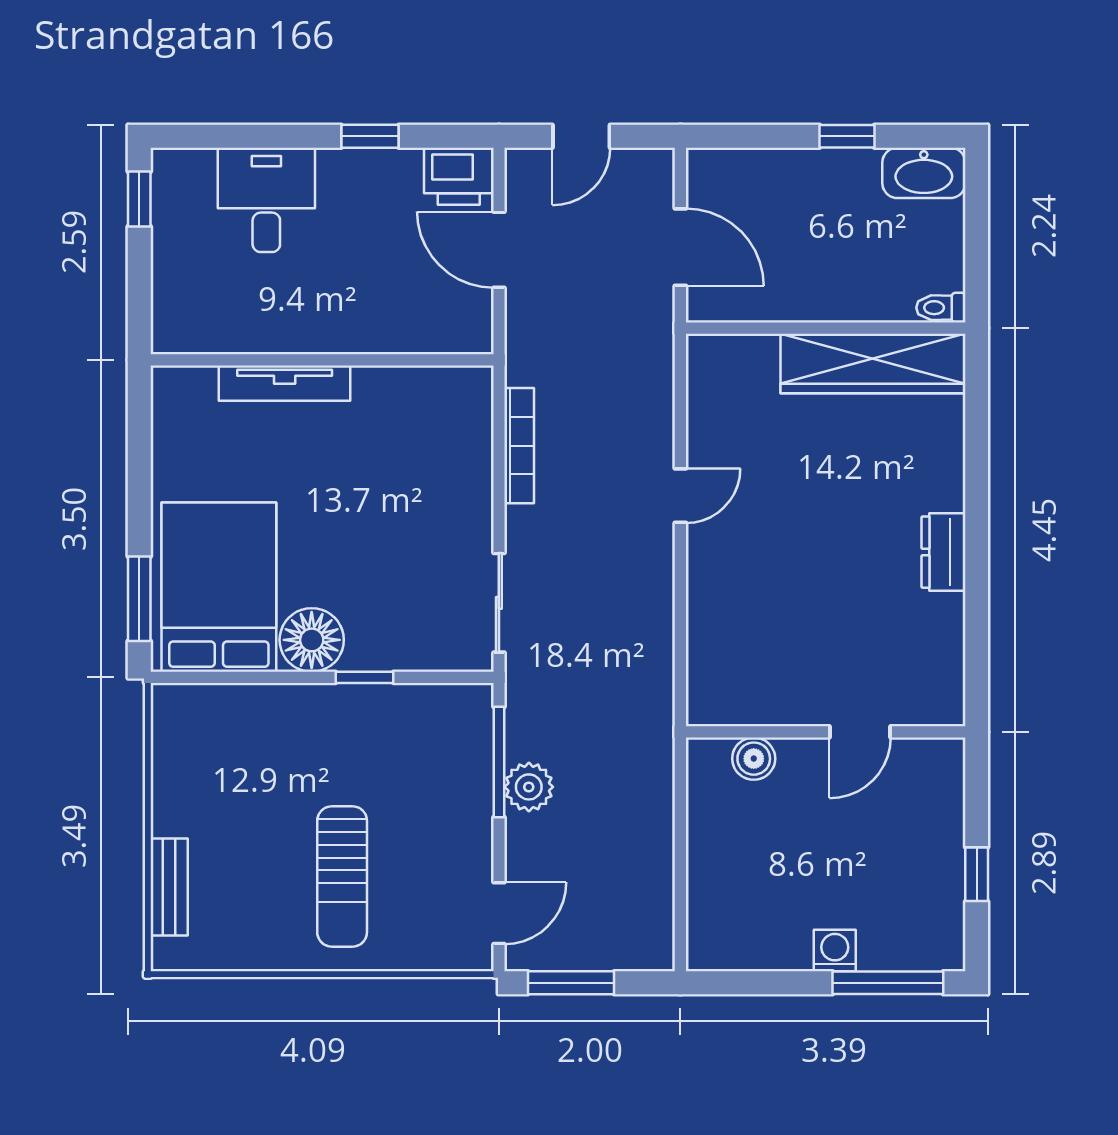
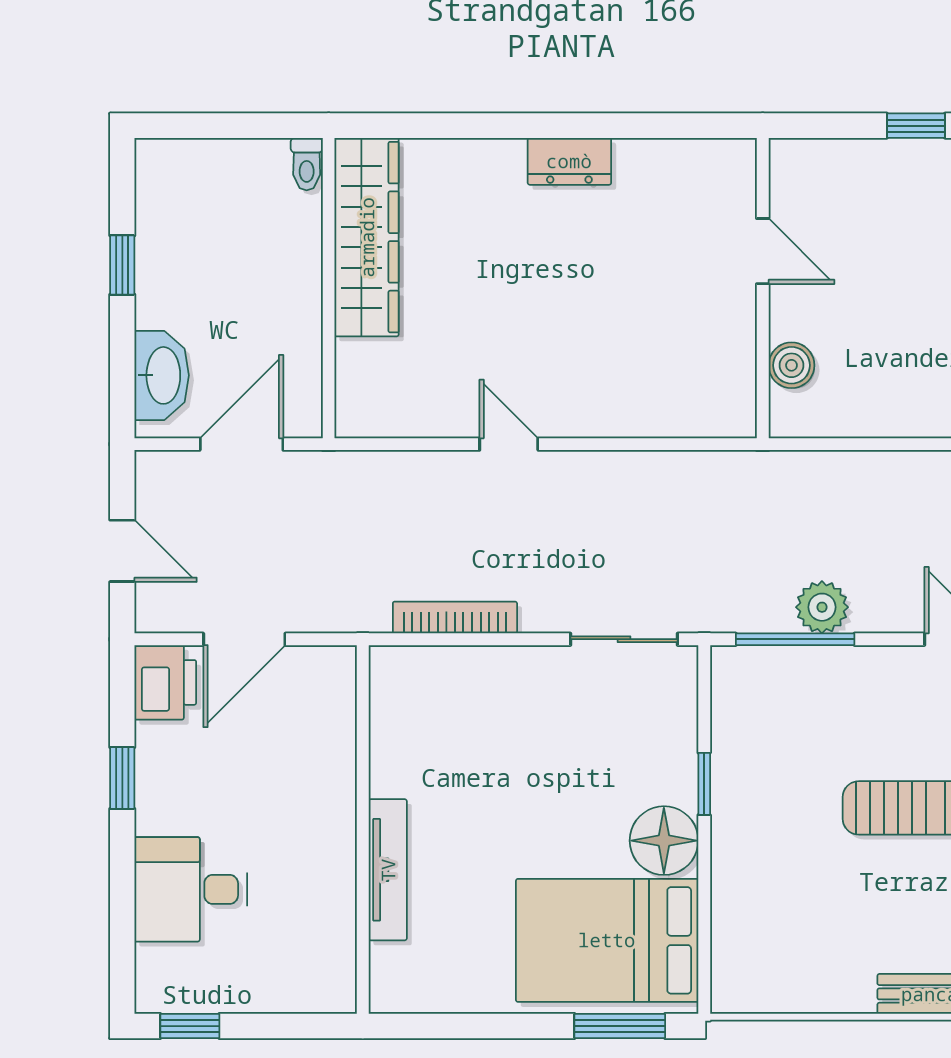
washbasin: (924, 173) -> (162, 375), moved

